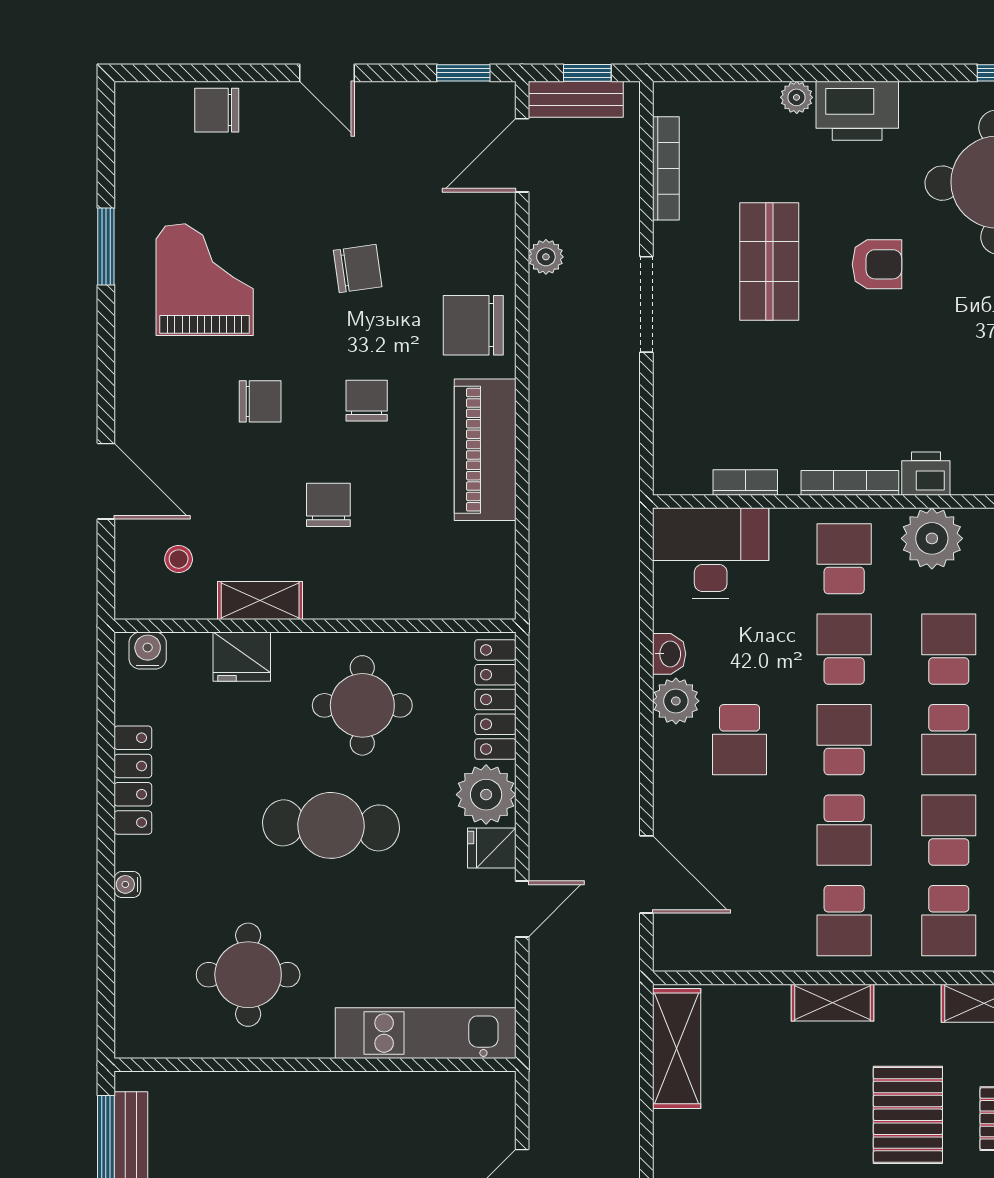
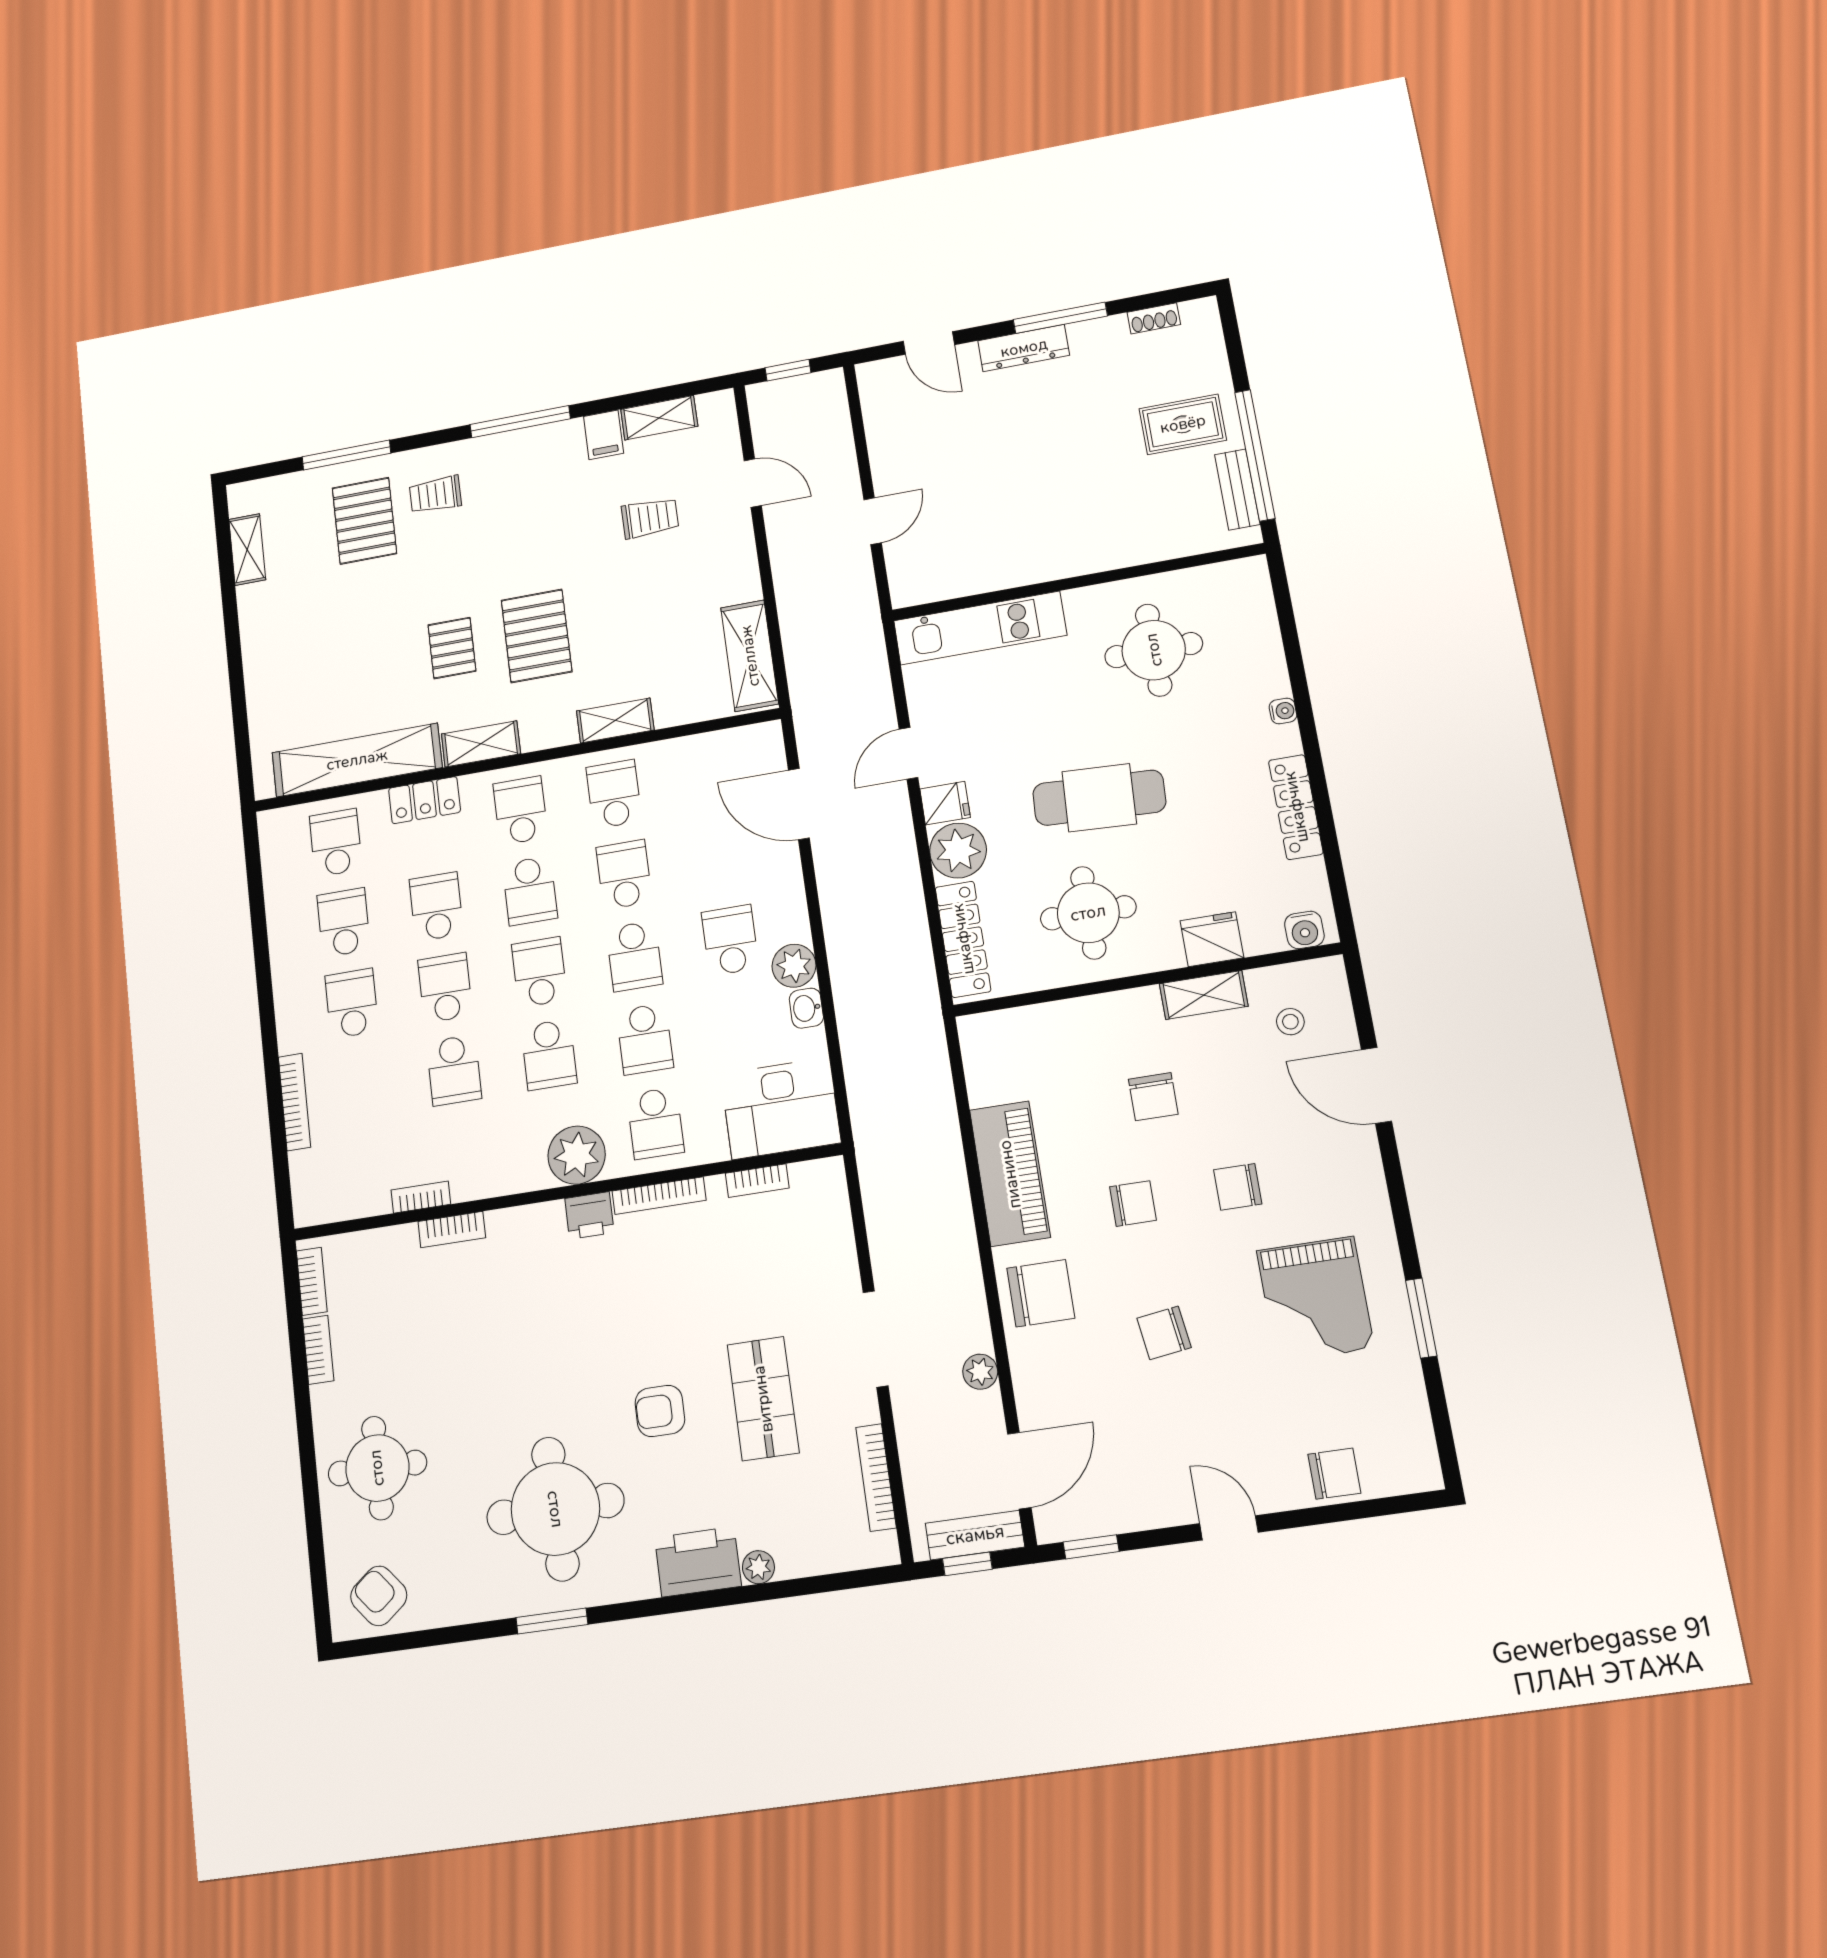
chair: (367, 401) -> (1133, 1204), turned -90

